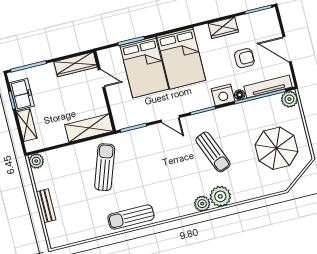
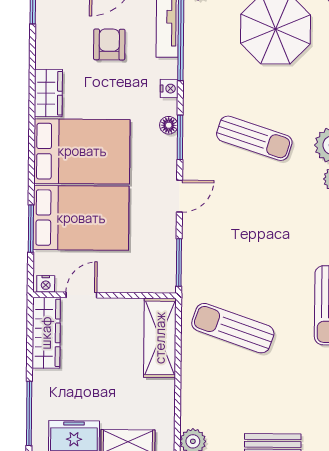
wardrobe: (223, 28) -> (48, 93), moved
nightstand: (103, 57) -> (46, 284), added
nightstand: (223, 95) -> (169, 89), width x0.53, depth x0.56
floor lamp: (240, 95) -> (169, 125), moved
sun lounger: (213, 152) -> (254, 138), turned 40

